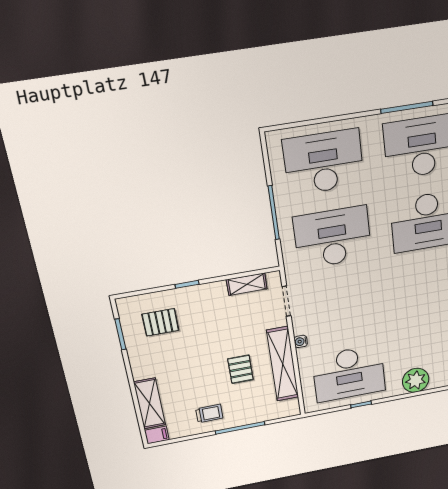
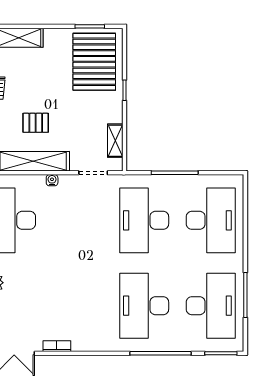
desk: (333, 237) -> (144, 220), turned 180
pallet: (160, 322) -> (94, 62), width x2.05, depth x2.00

